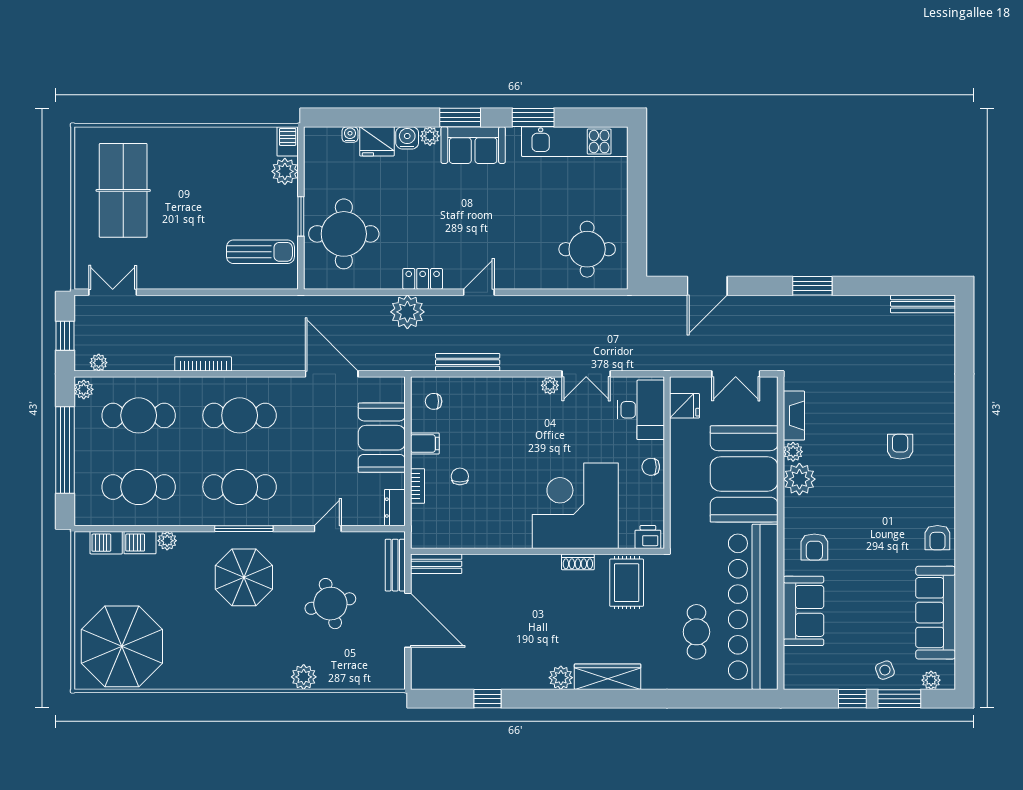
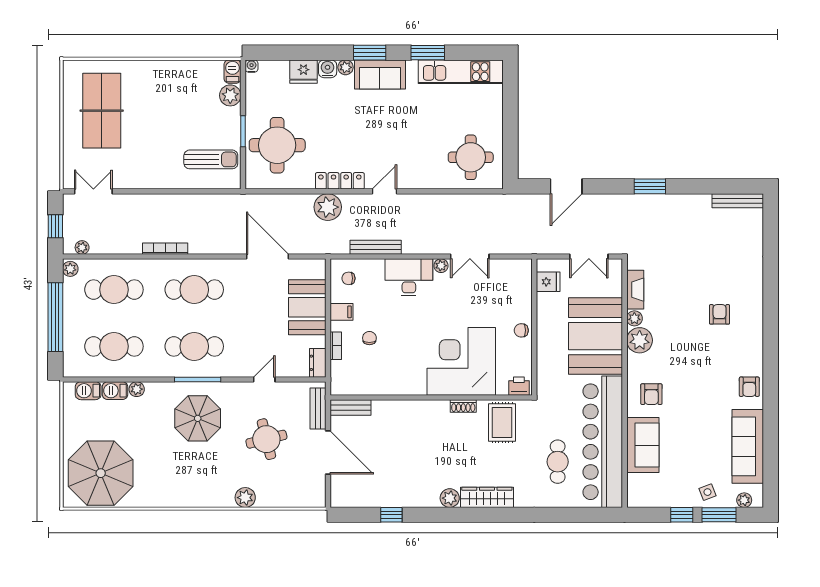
water cooler: (350, 134) -> (252, 66), moved
locker: (423, 279) -> (340, 181), width x1.53
desk: (641, 410) -> (409, 277), moved, turned -90

